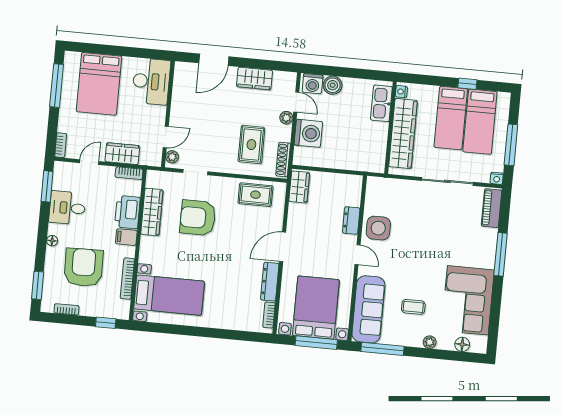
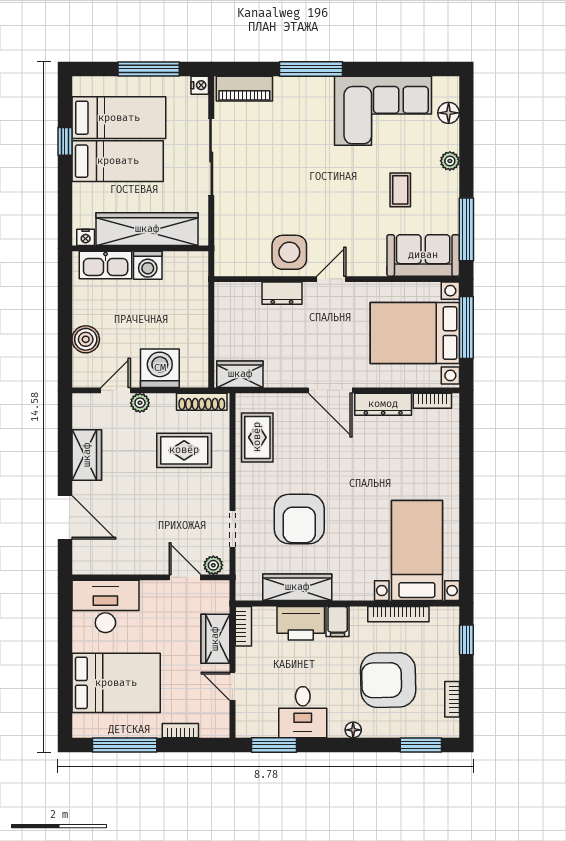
washing machine: (313, 84) -> (148, 265), moved, turned 90
bookcase: (61, 145) -> (180, 731), moved
sofa: (368, 309) -> (423, 255), width x0.73

